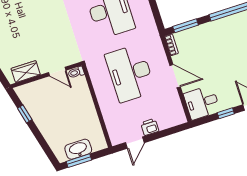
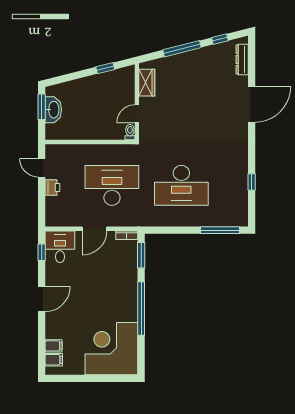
window: (226, 113) -> (42, 252), moved

